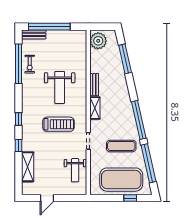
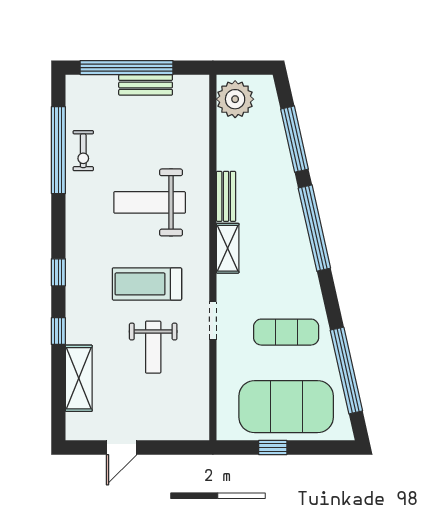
bench: (34, 34) -> (146, 85), moved
weight bench: (60, 87) -> (150, 202), turned 90
window: (139, 120) -> (314, 228), moved
treadmill: (58, 124) -> (147, 284), turned 180
weight bench: (75, 170) -> (153, 347), moved
window: (130, 198) -> (273, 447), moved

